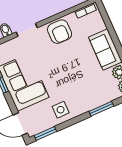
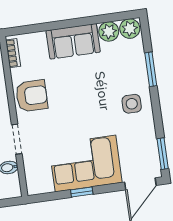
side table: (61, 110) -> (132, 104), moved

